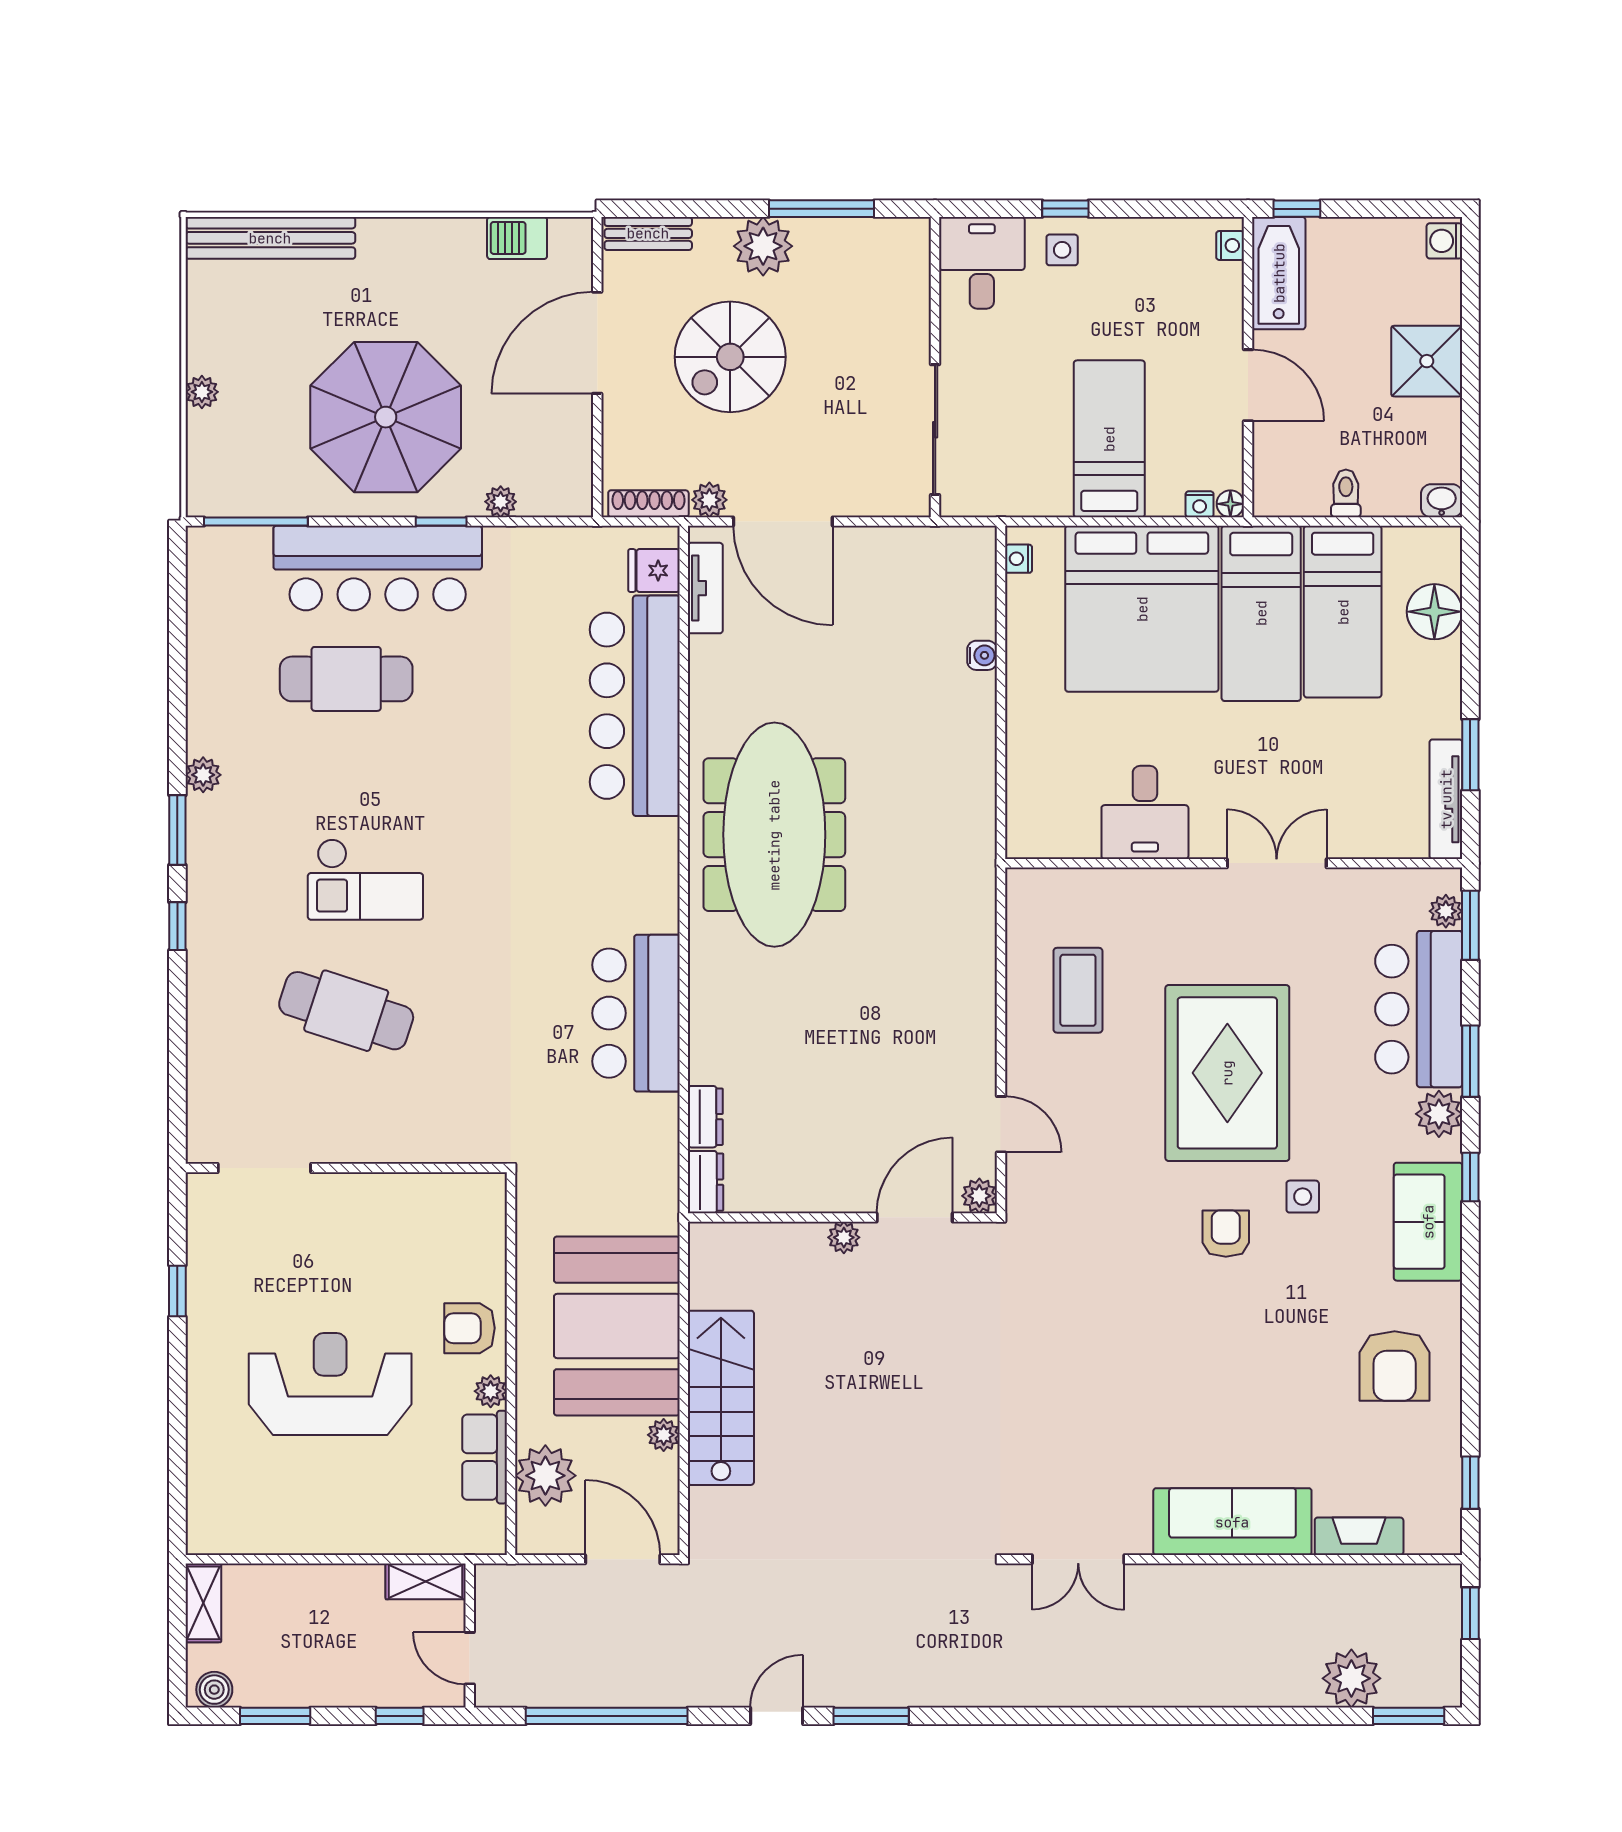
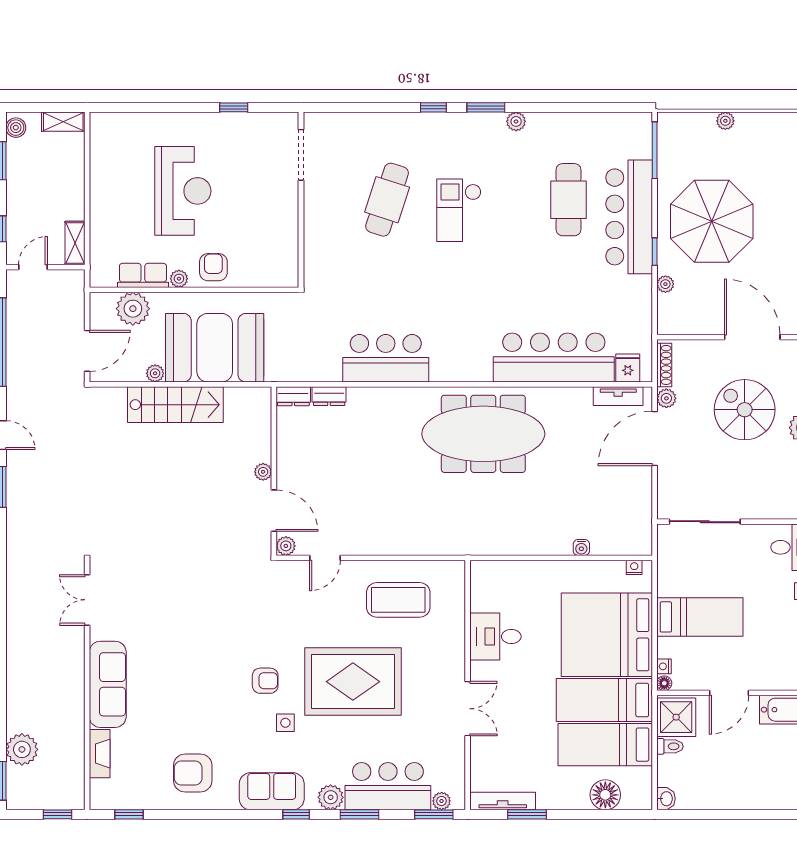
shower: (1427, 361) -> (676, 717), moved
coffee table: (1078, 990) -> (398, 600), width x1.36, depth x1.32

